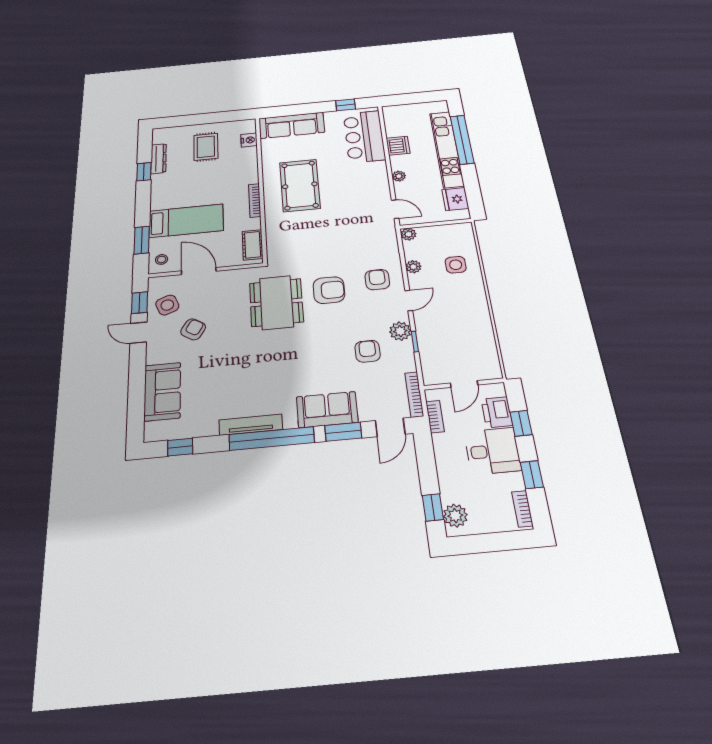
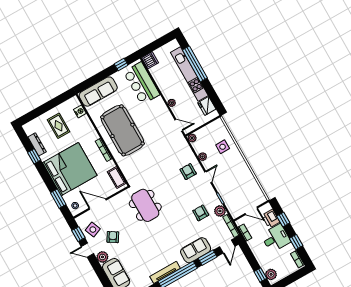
dishwasher: (398, 146) -> (150, 60), moved
pool table: (300, 185) -> (122, 130), width x1.36, depth x1.32
bed: (186, 221) -> (70, 169), width x2.04
armchair: (329, 290) -> (167, 188), removed
plant: (400, 331) -> (220, 211), moved
plant: (157, 354) -> (102, 257), added
door: (464, 384) -> (251, 211), hinge flipped

